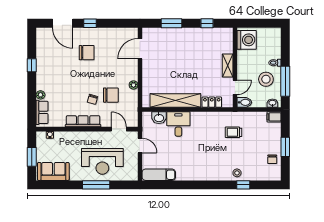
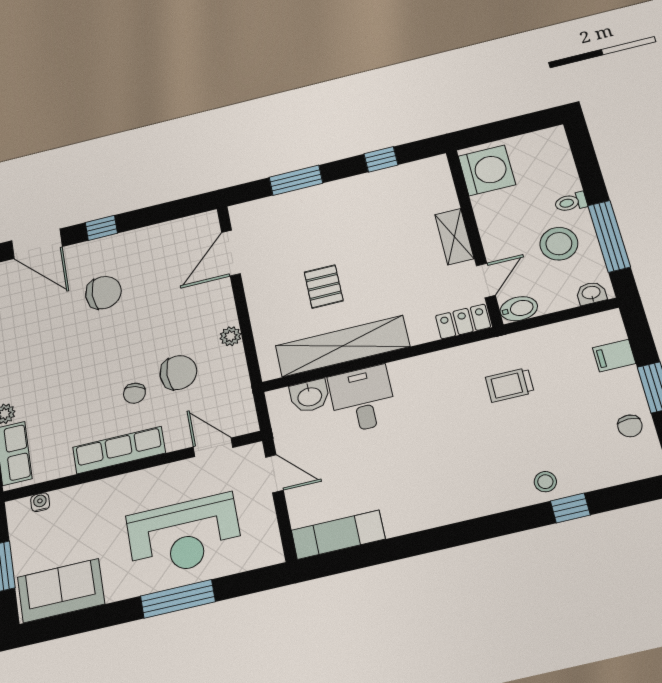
pallet: (173, 73) -> (324, 286), added
locker: (212, 102) -> (463, 321), moved
filing cabinet: (274, 117) -> (614, 356), moved

